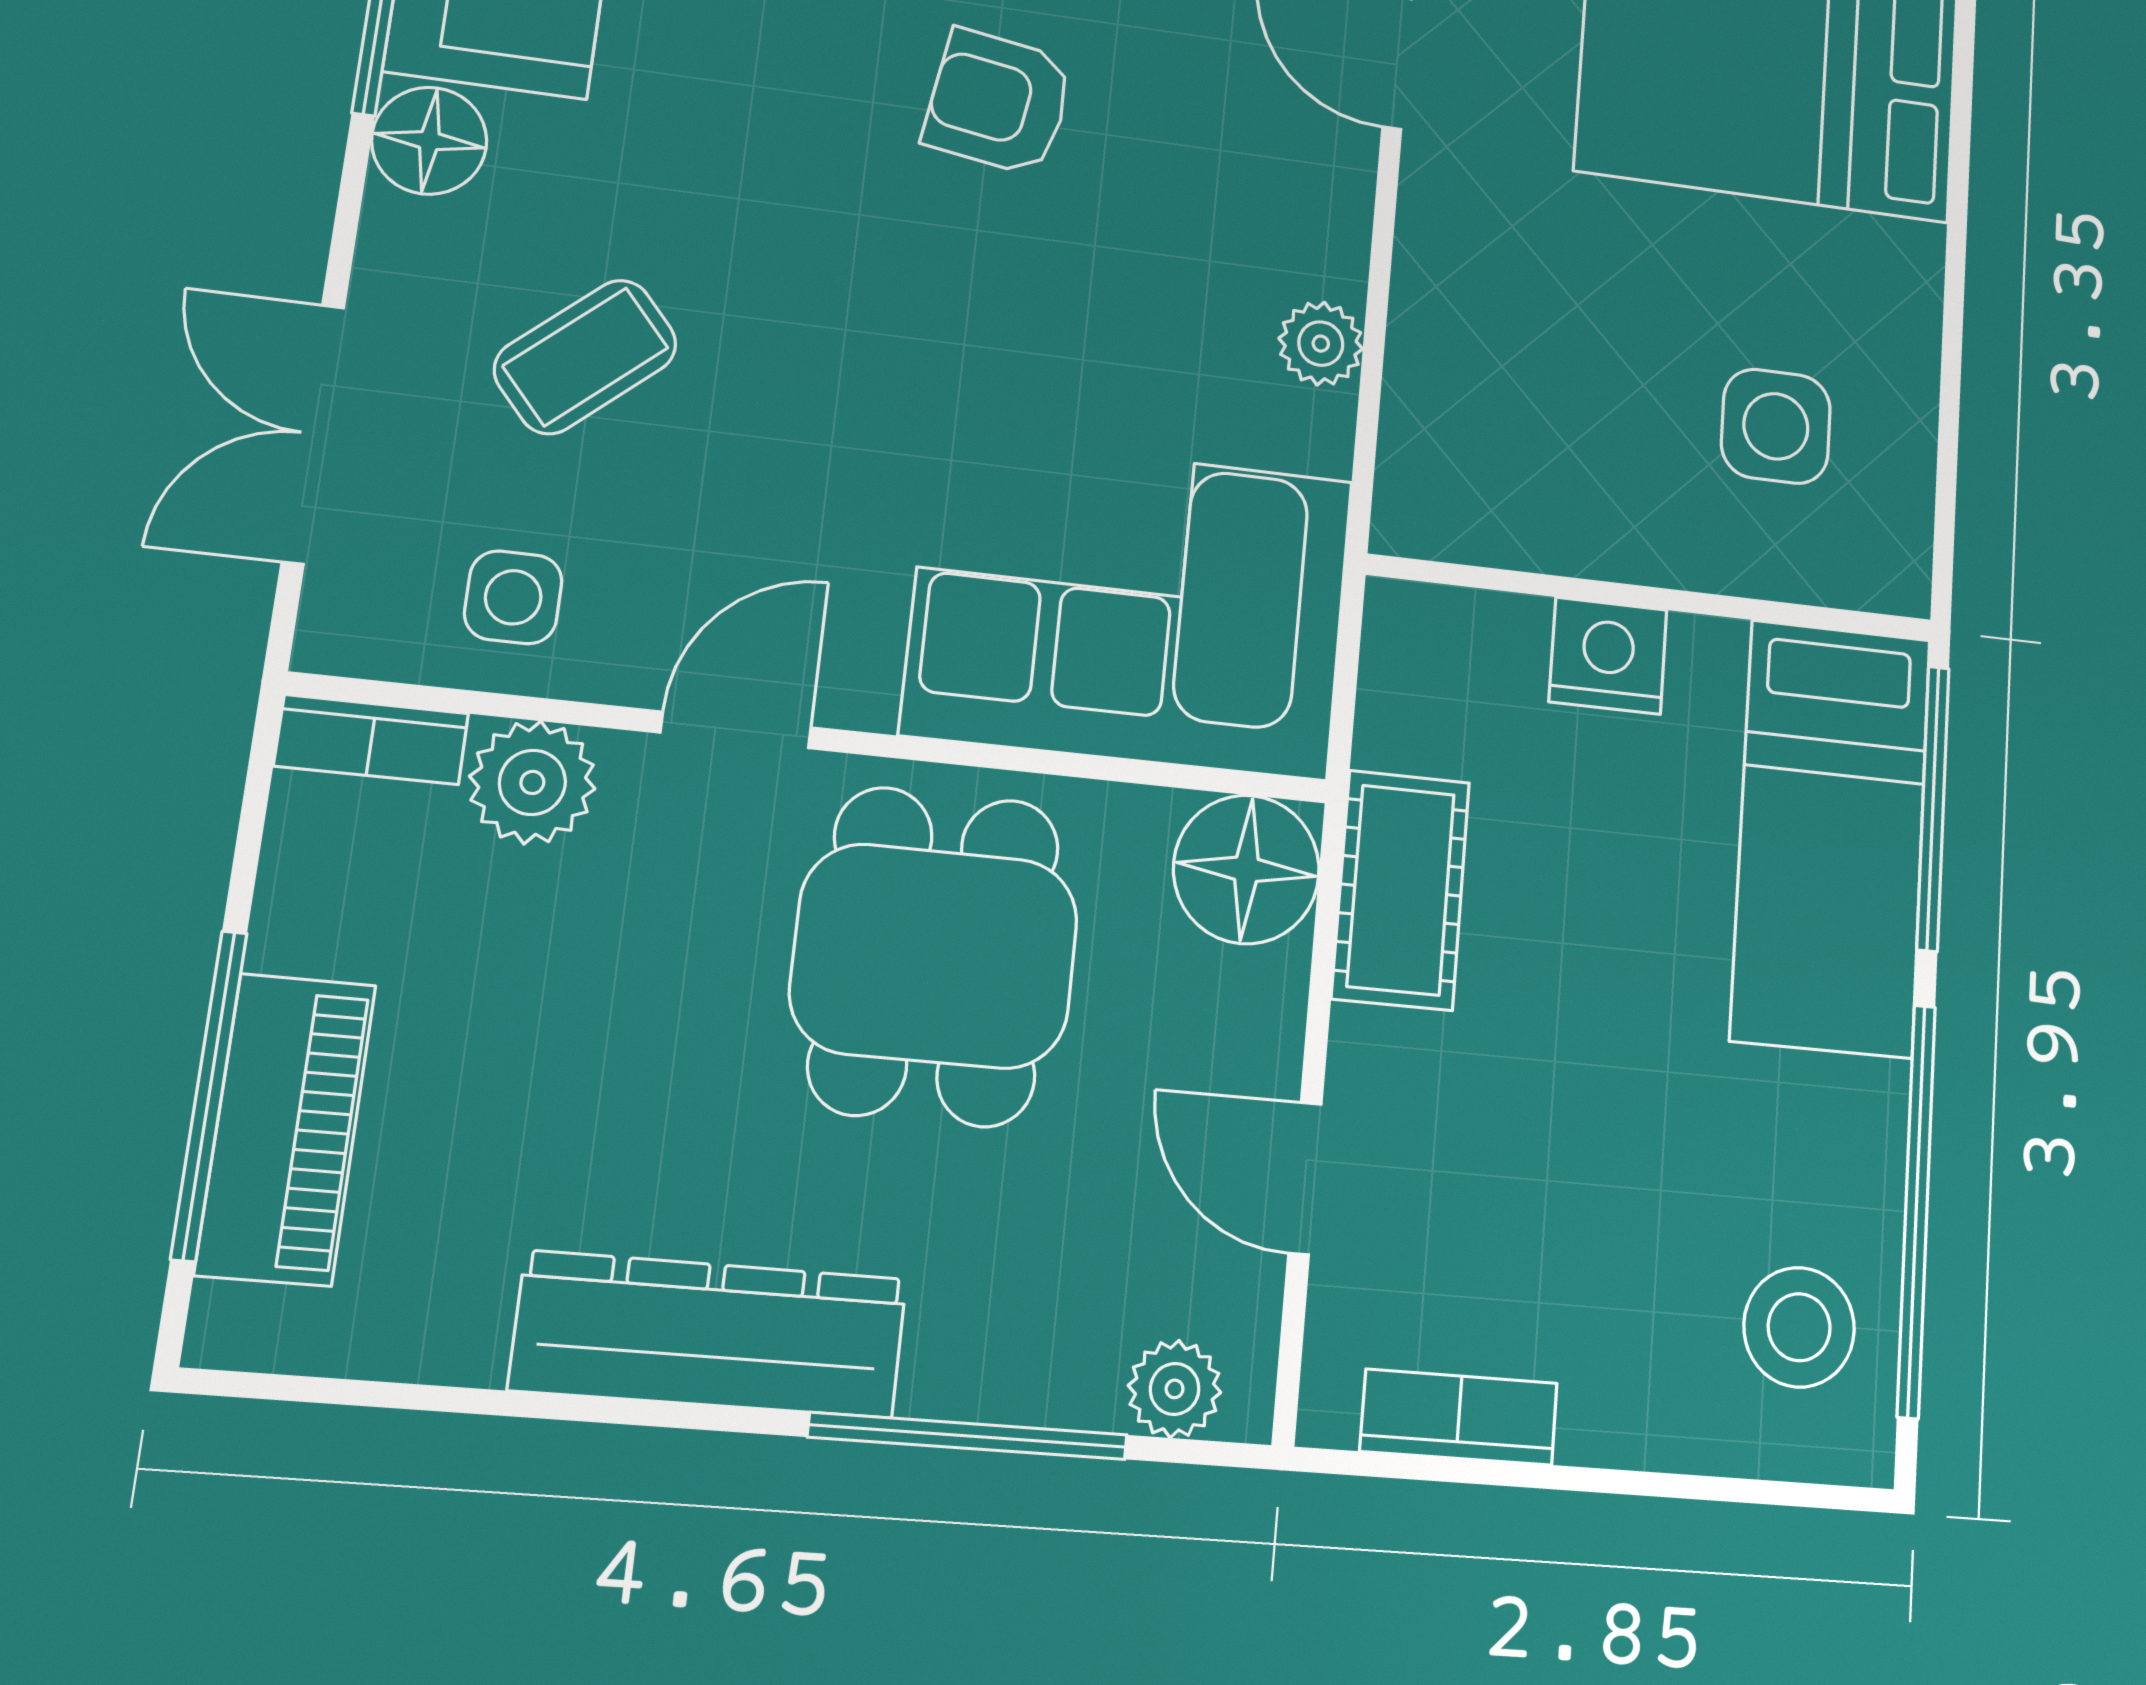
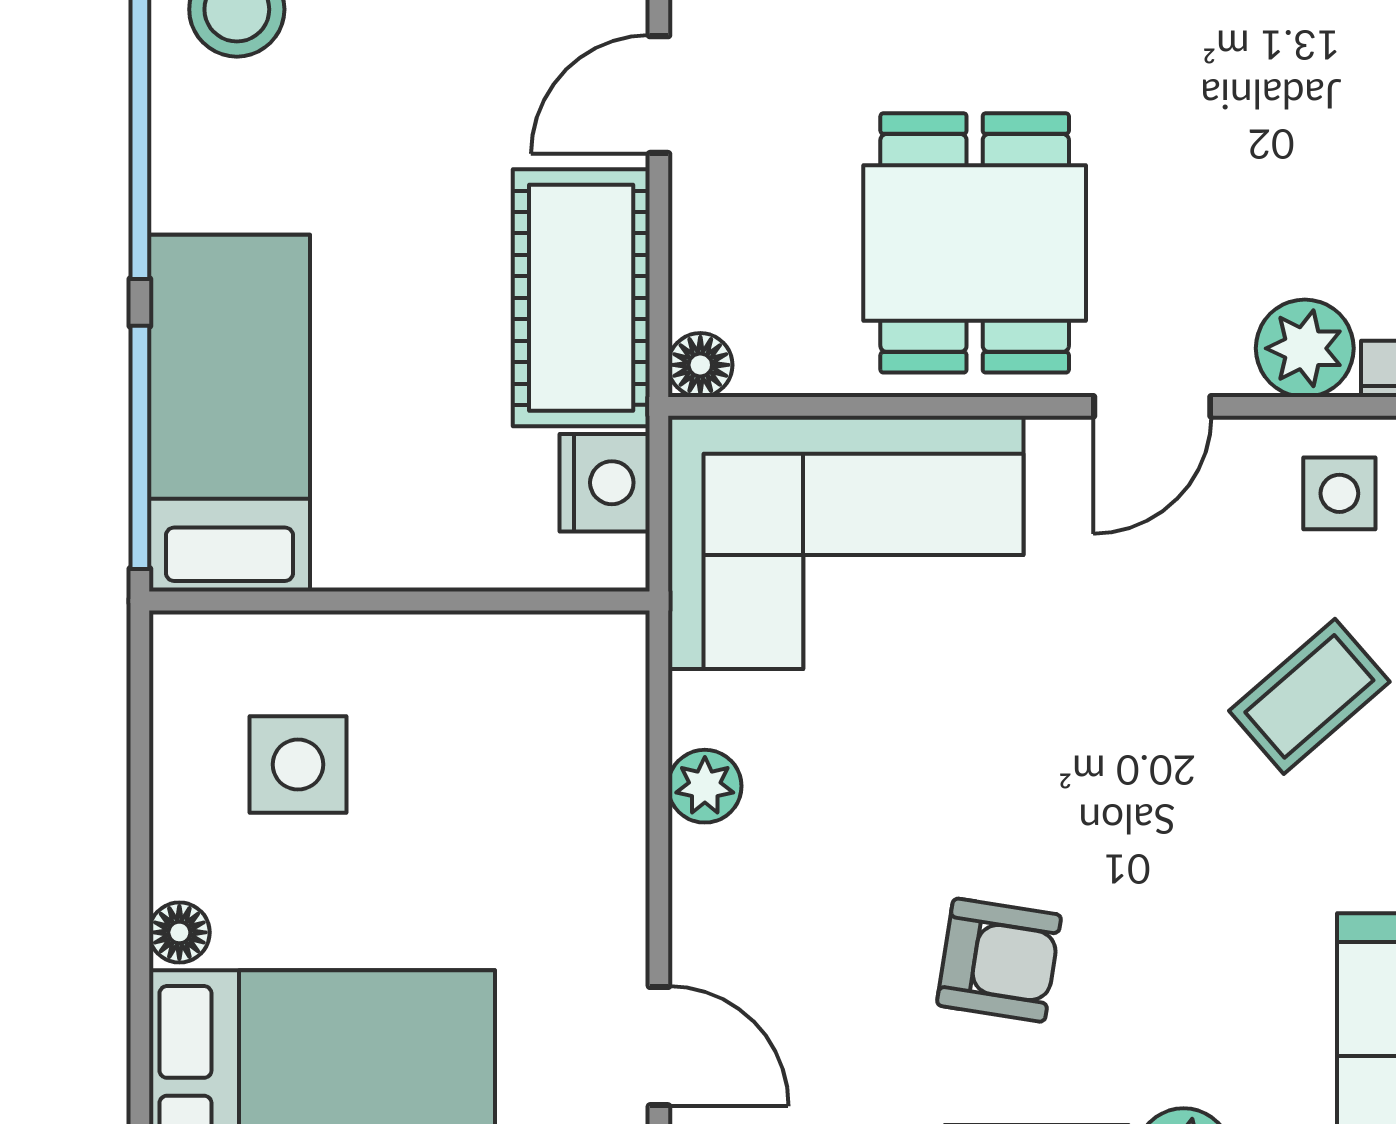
floor lamp: (1913, 259) -> (179, 932), added
nightstand: (1608, 656) -> (605, 483), moved, turned -90
floor lamp: (1246, 869) -> (700, 365), width x0.53, depth x0.53
cot: (1401, 890) -> (581, 298), width x1.37, depth x1.34
door: (1305, 1178) -> (659, 95), swing flipped

